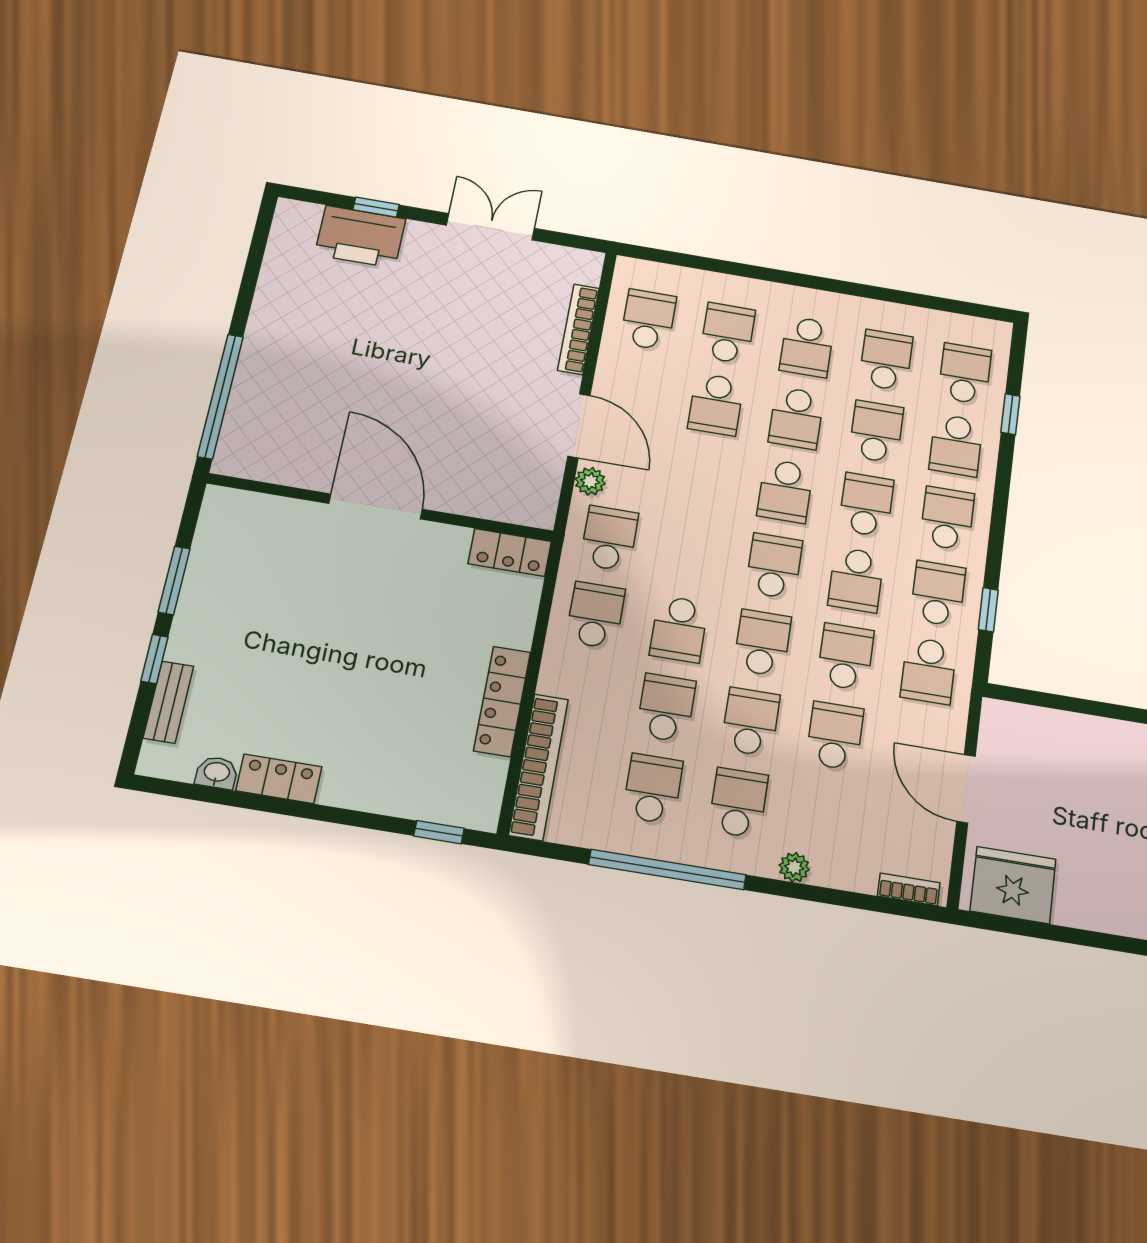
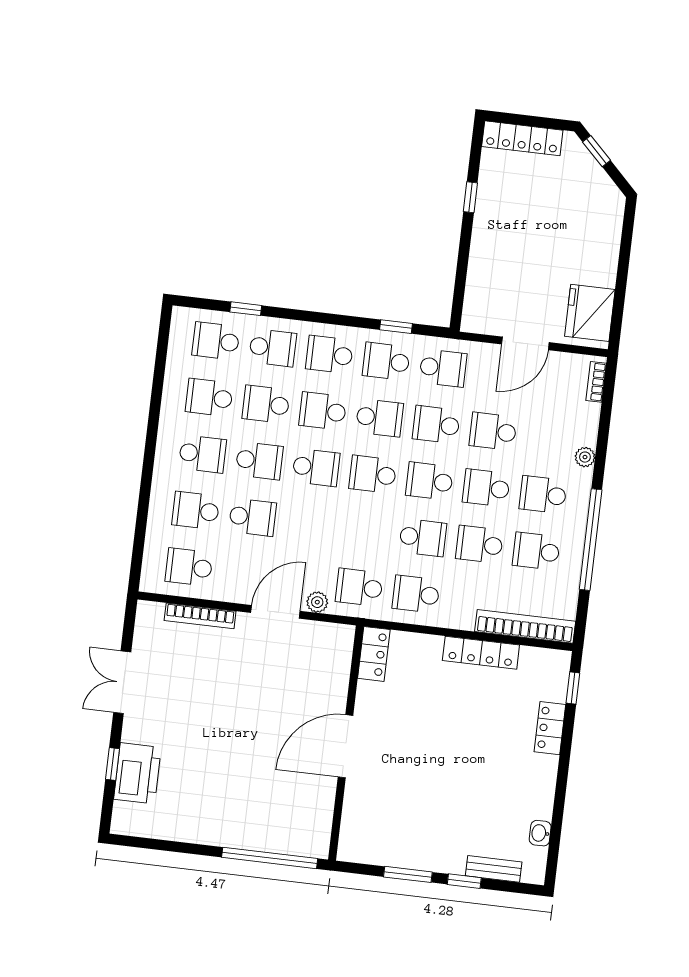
locker: (279, 779) -> (550, 728), moved

